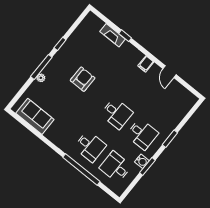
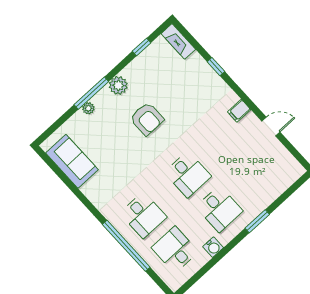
fireplace: (113, 35) -> (178, 41), moved
window: (60, 44) -> (142, 47), moved
plant: (59, 59) -> (118, 85), added
door: (169, 72) -> (271, 127), swing flipped
armchair: (83, 79) -> (147, 119), turned 90
window: (147, 166) -> (220, 256), removed

